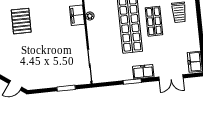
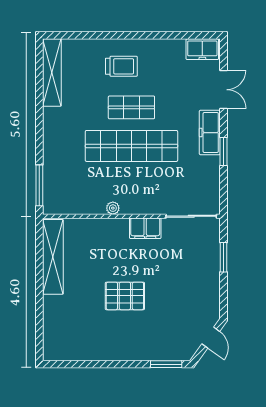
filing cabinet: (77, 15) -> (145, 228), moved
pallet: (21, 21) -> (125, 296), moved
freezer: (143, 72) -> (210, 133), width x1.40

